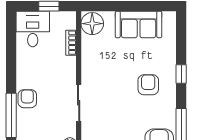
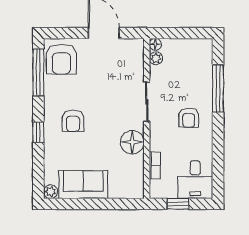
plant: (169, 18) -> (51, 192), added
floor lamp: (92, 24) -> (132, 142), moved
armchair: (27, 99) -> (189, 118), moved

